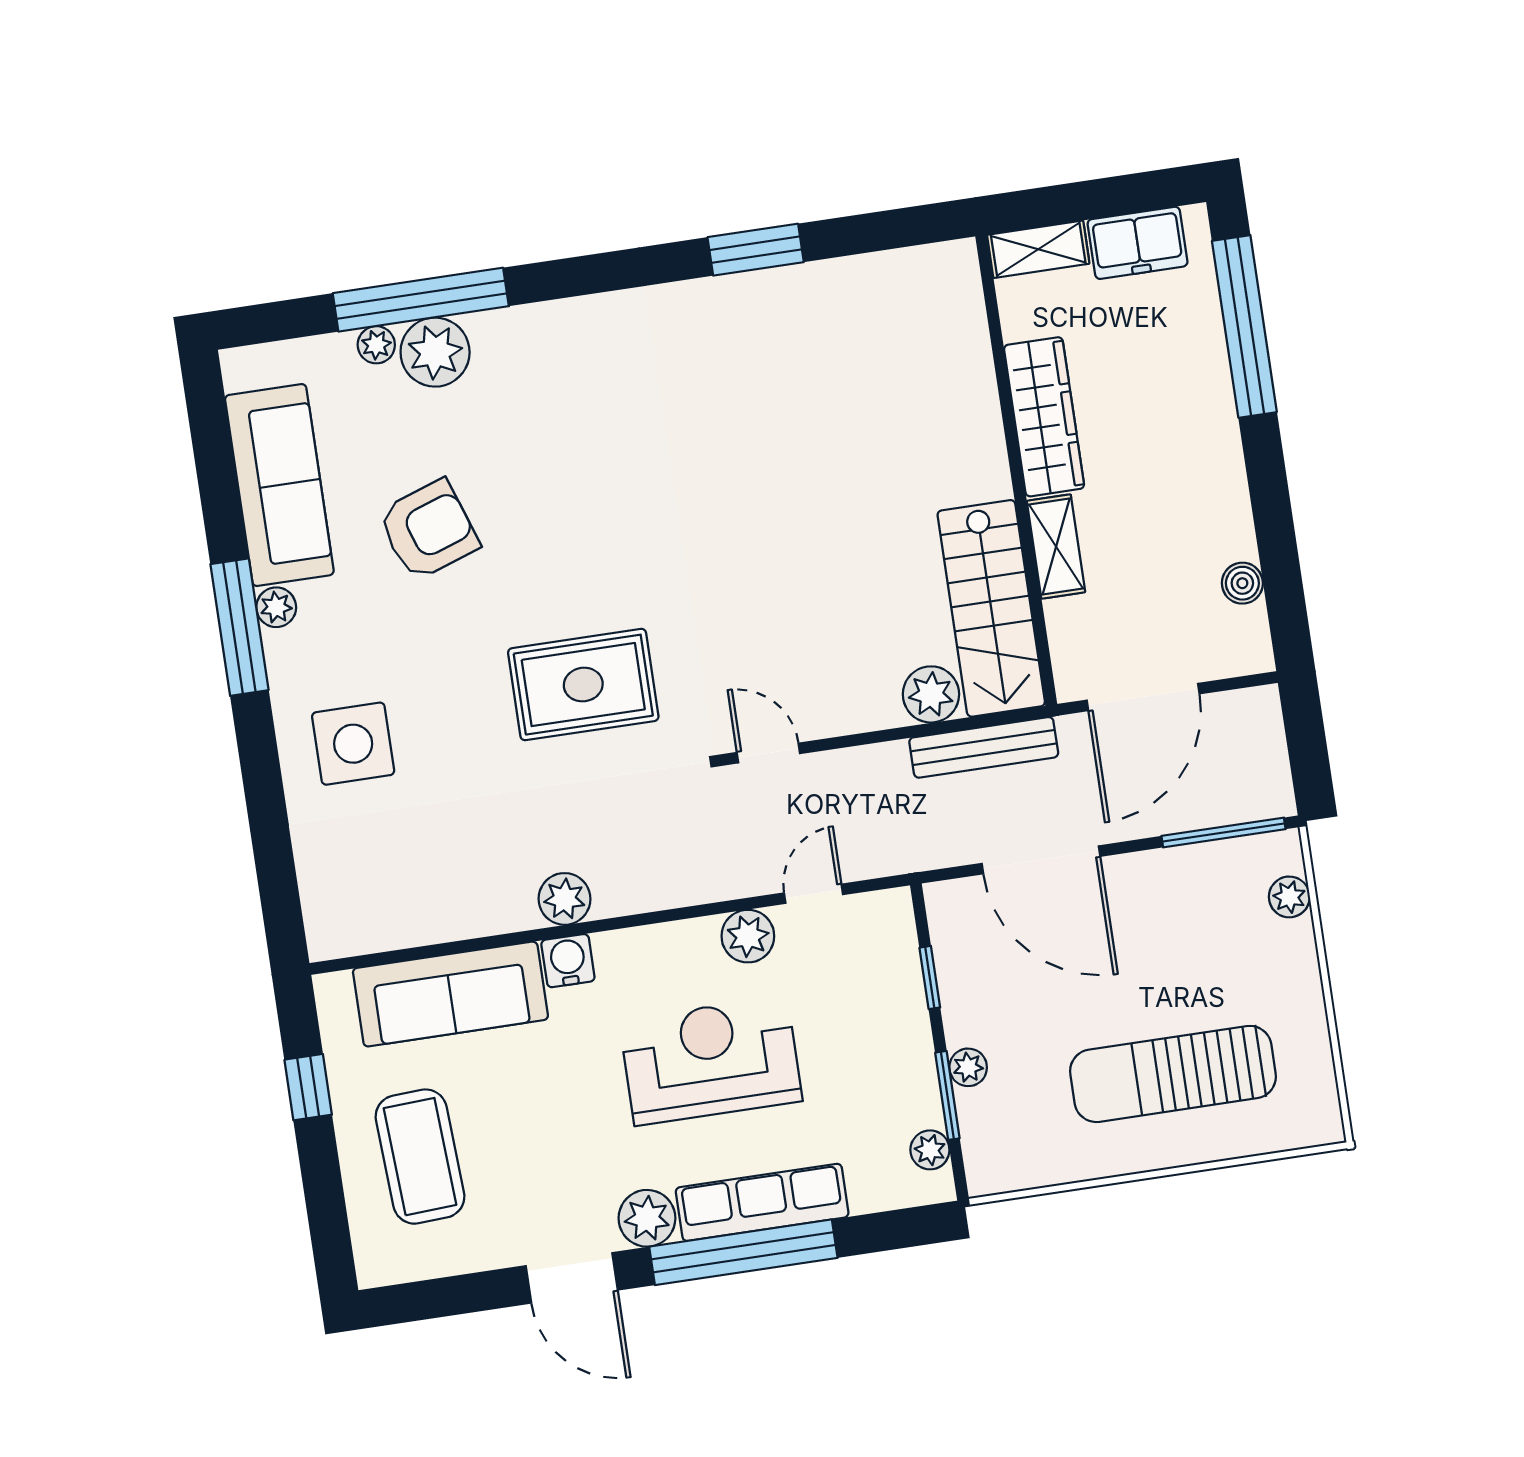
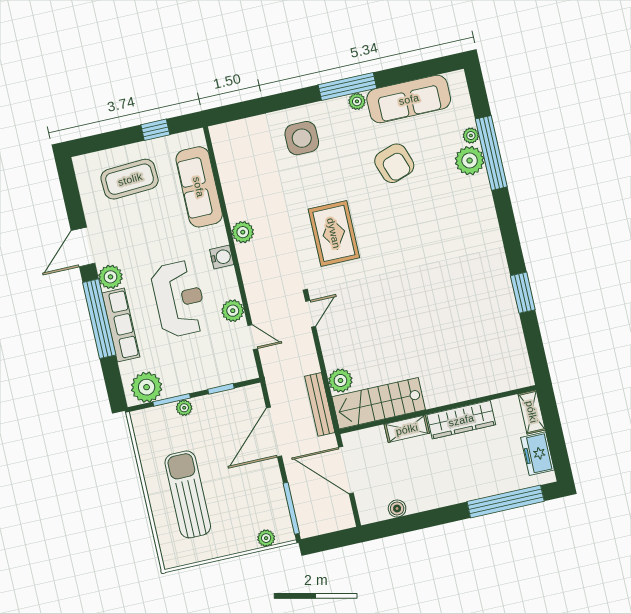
water cooler: (568, 961) -> (222, 257), moved
plant: (930, 1150) -> (147, 387), width x1.87, depth x1.87

